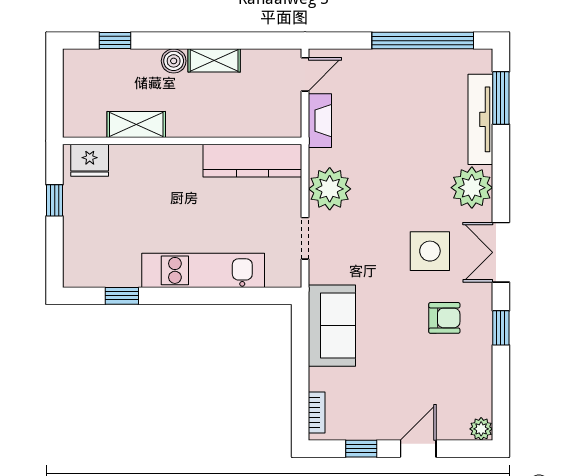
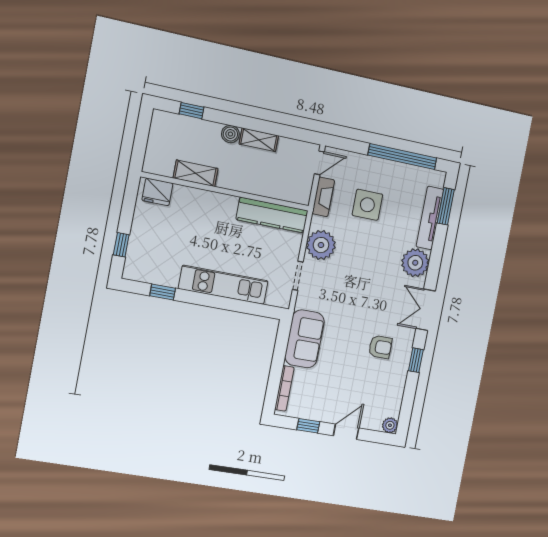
window: (55, 200) -> (121, 245), moved
side table: (430, 251) -> (367, 205), moved
bookcase: (317, 413) -> (284, 388), width x1.56

